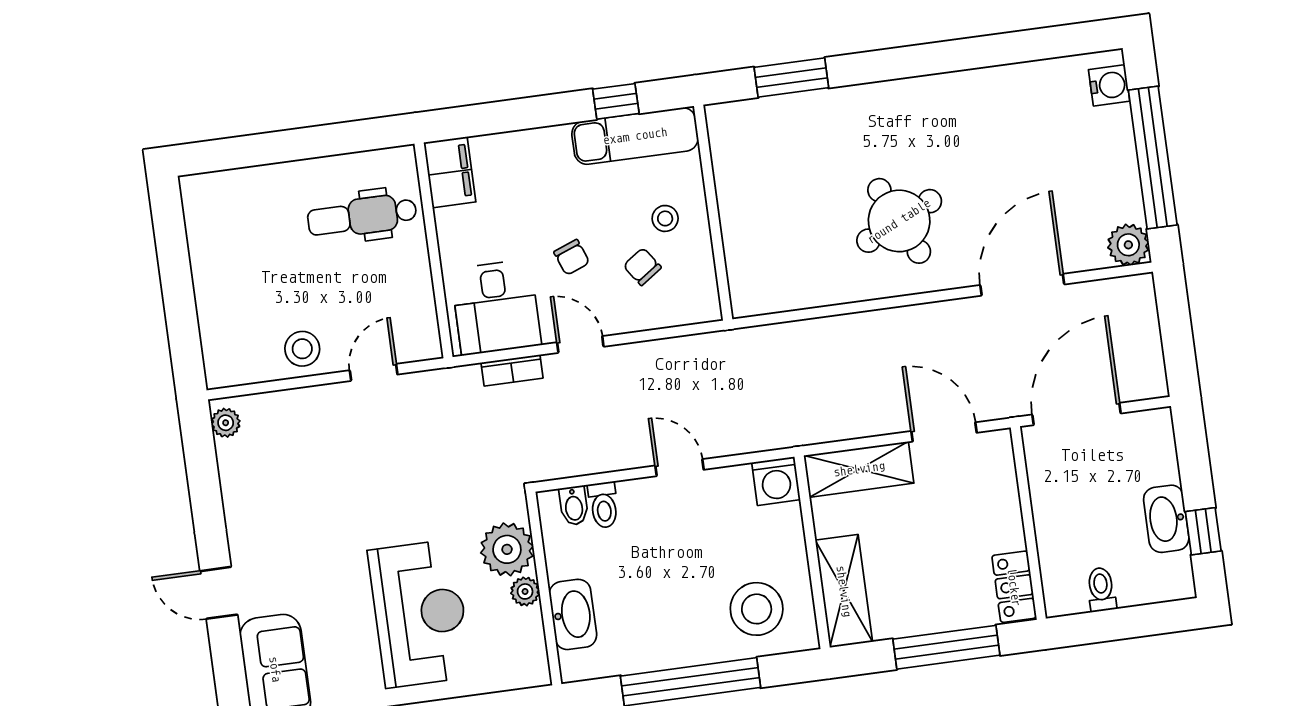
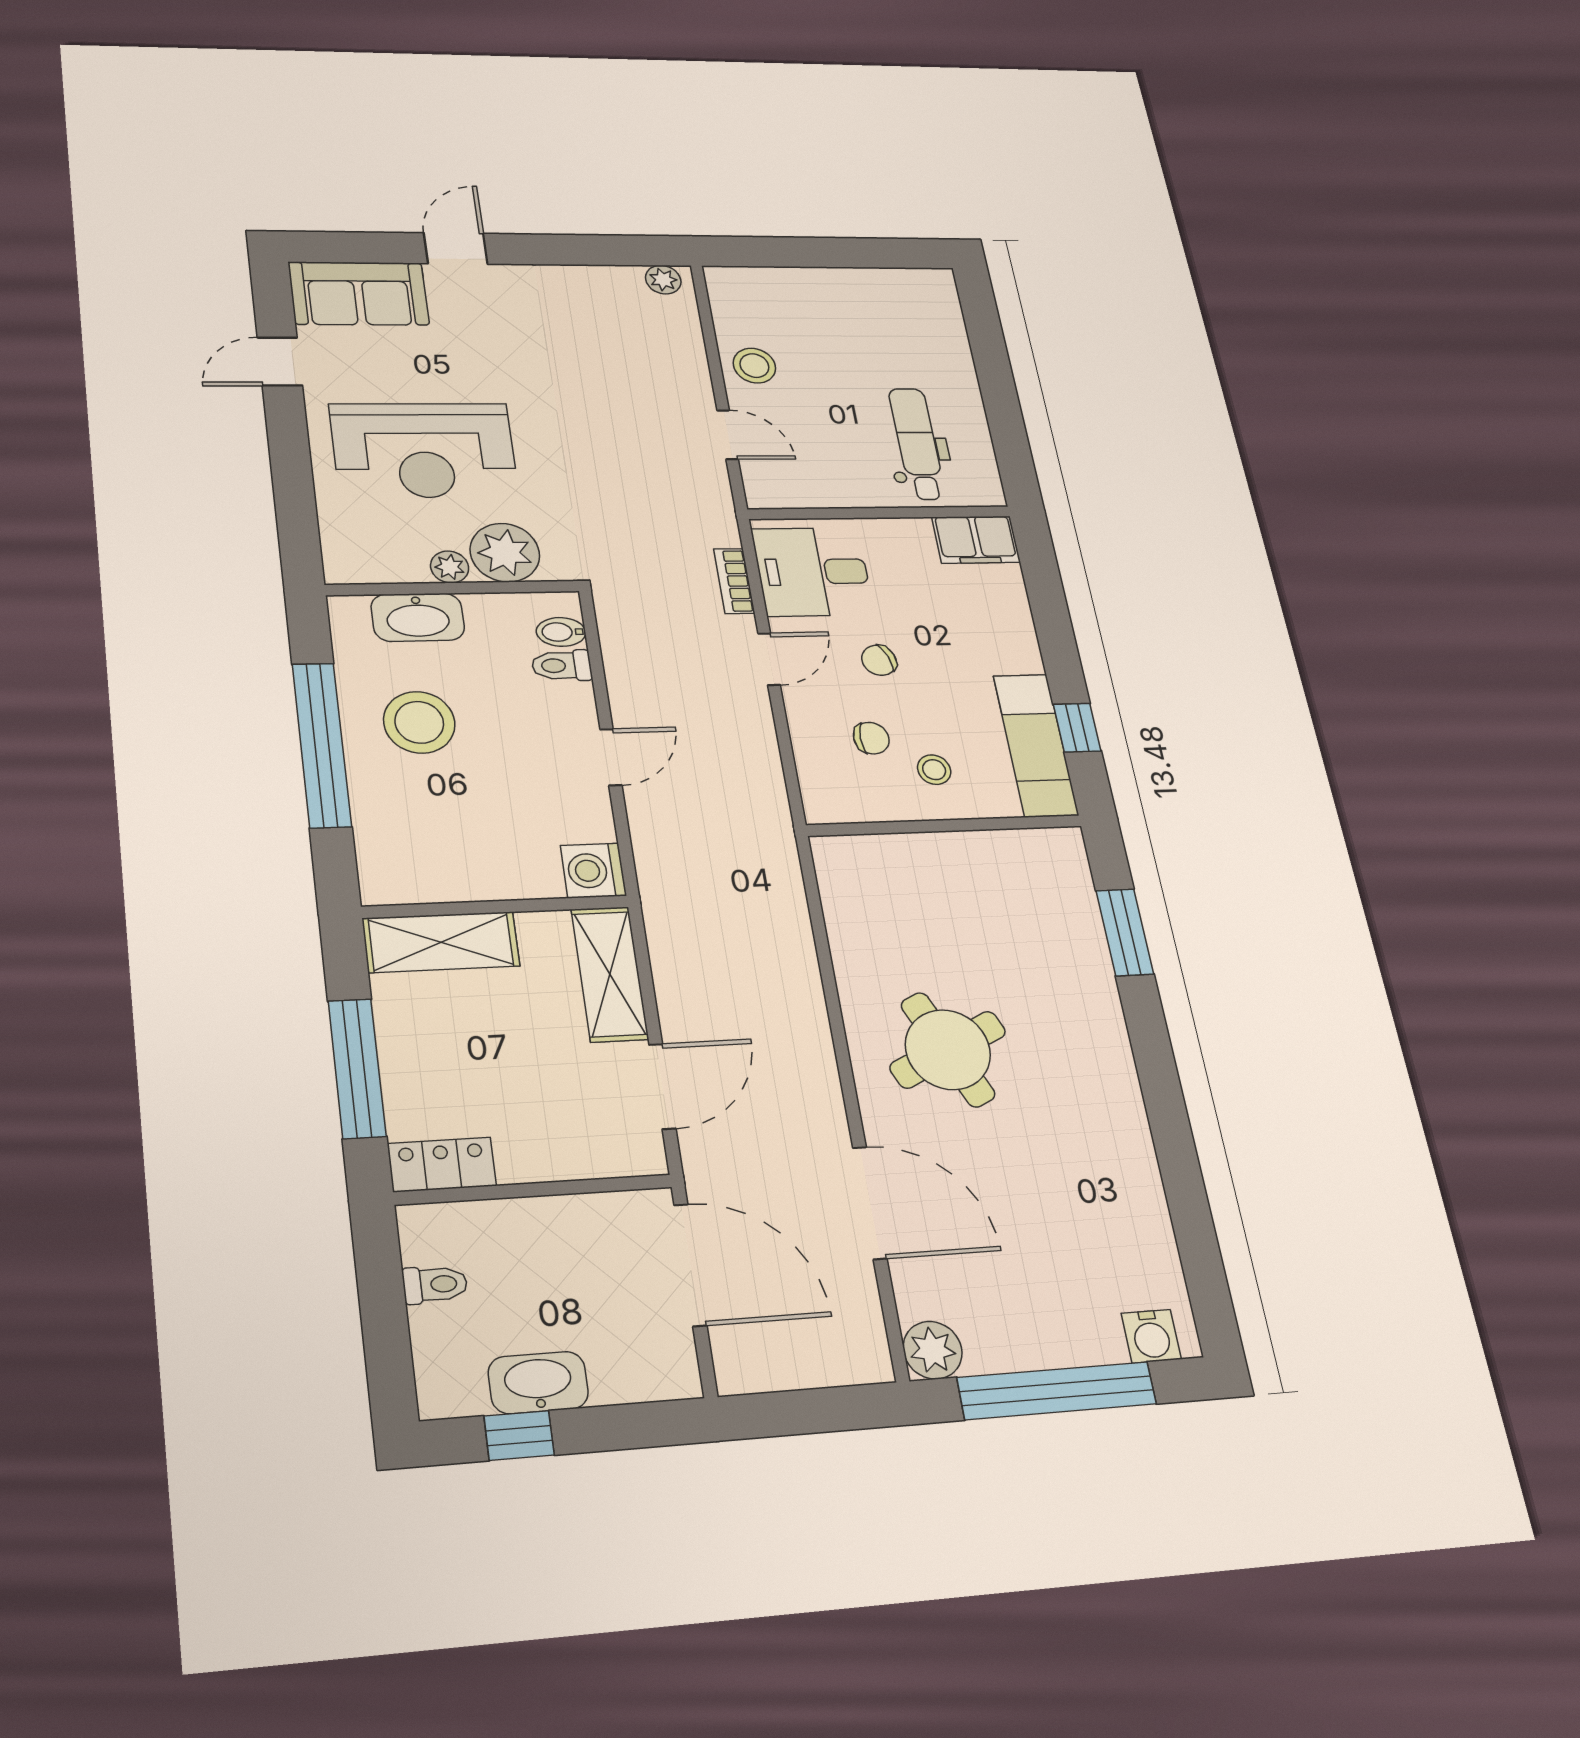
chair: (642, 267) -> (871, 738), turned 35
stool: (757, 609) -> (419, 722), moved

